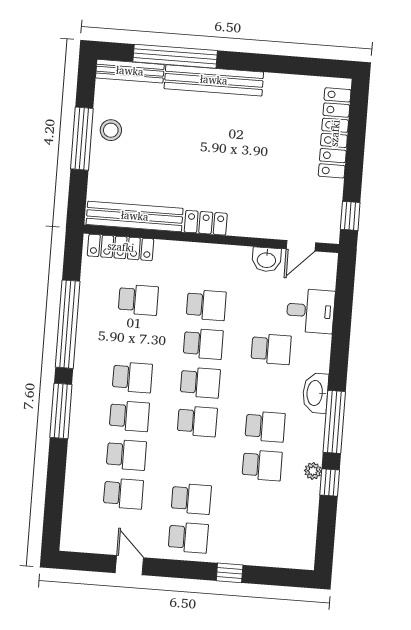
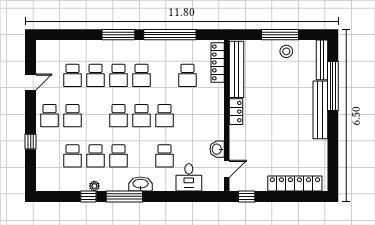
door: (301, 246) -> (227, 169), swing flipped
school desk: (206, 305) -> (73, 156), moved

